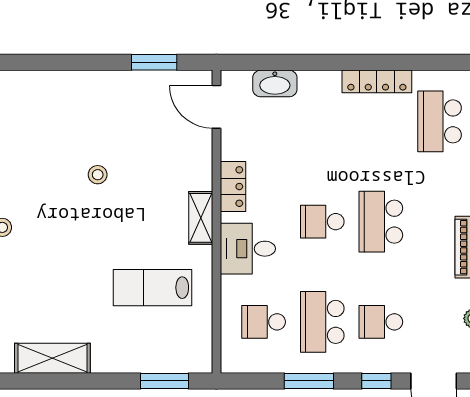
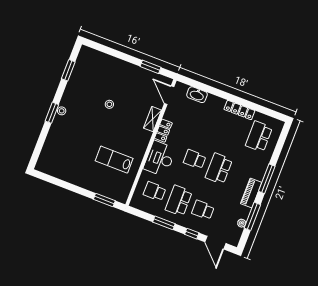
shelving: (201, 218) -> (153, 119), moved
desk: (248, 249) -> (160, 159), width x1.37
shelving: (52, 358) -> (62, 173), removed

